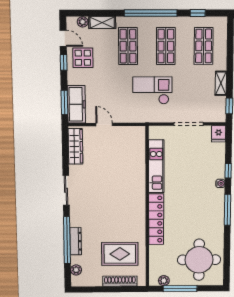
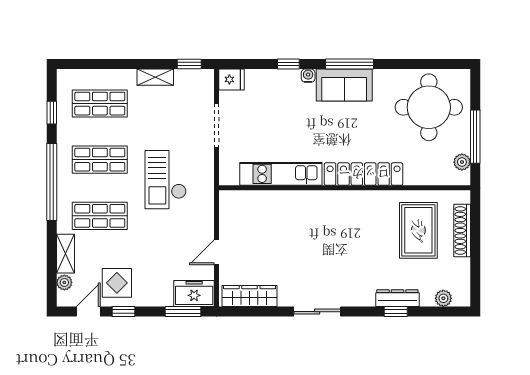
freezer: (76, 104) -> (194, 294), width x0.71
sofa: (214, 207) -> (344, 85), added
window: (67, 240) -> (396, 312), width x0.32

